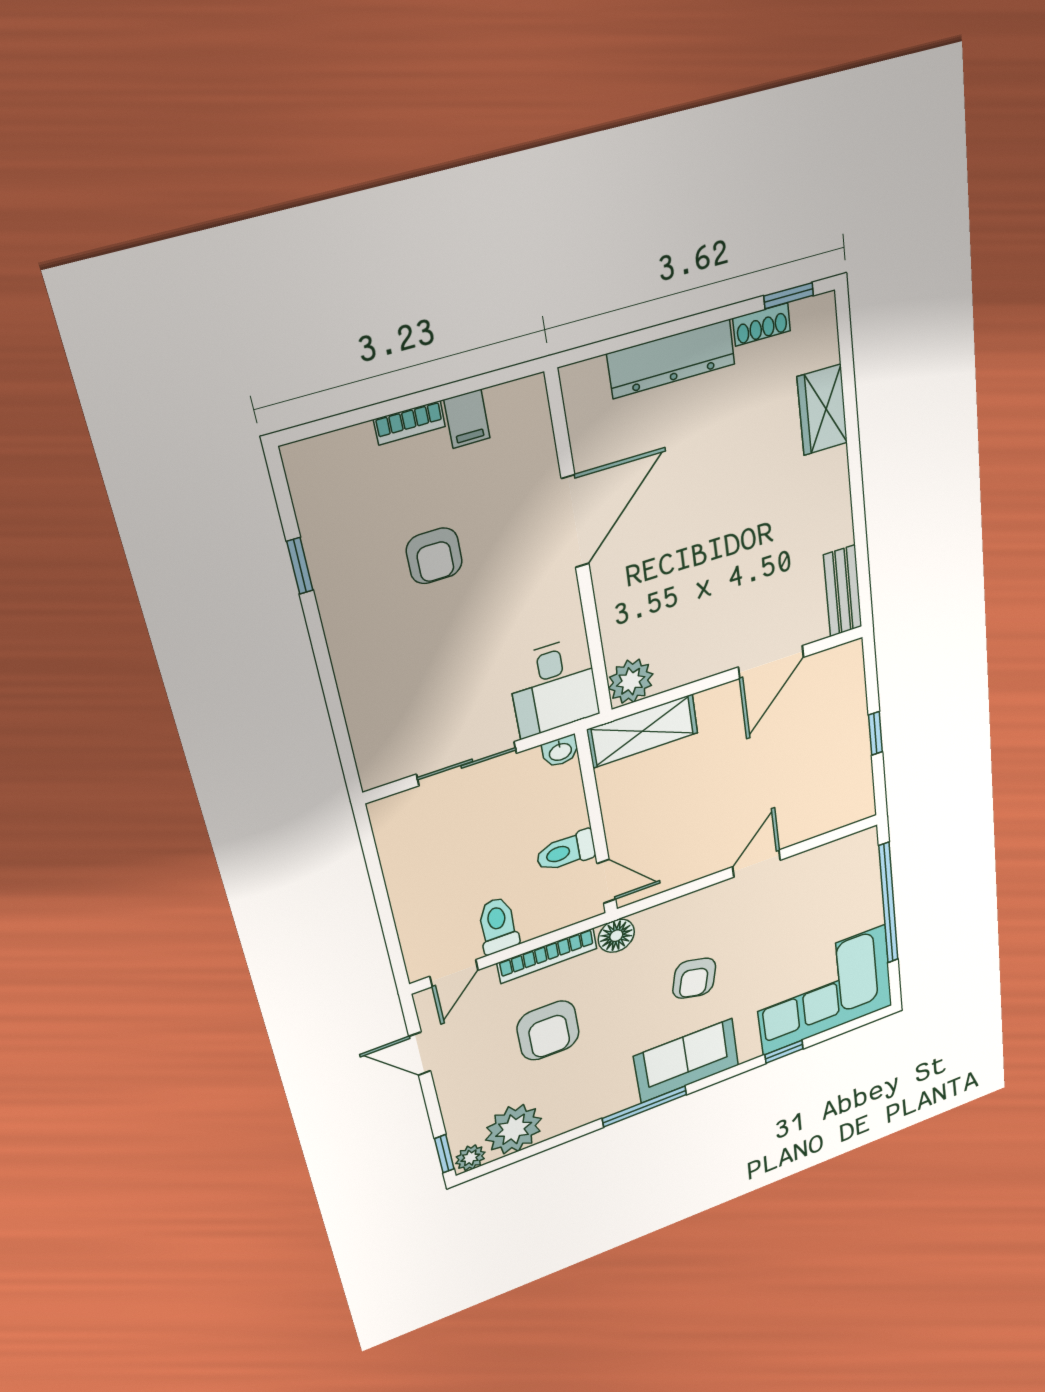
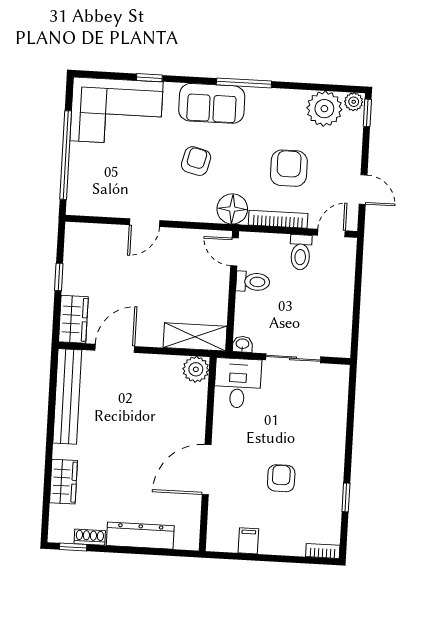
bookcase: (409, 423) -> (323, 551), moved
bench: (843, 591) -> (67, 396), width x1.86, depth x1.21
wardrobe: (844, 680) -> (73, 319), added
floor lamp: (616, 936) -> (232, 209), width x1.38, depth x1.38

